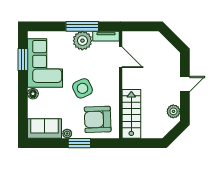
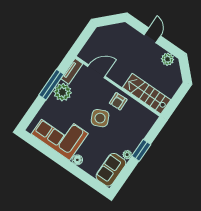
window: (23, 59) -> (45, 149), removed
armchair: (98, 119) -> (118, 101), moved, width x0.53, depth x0.53

